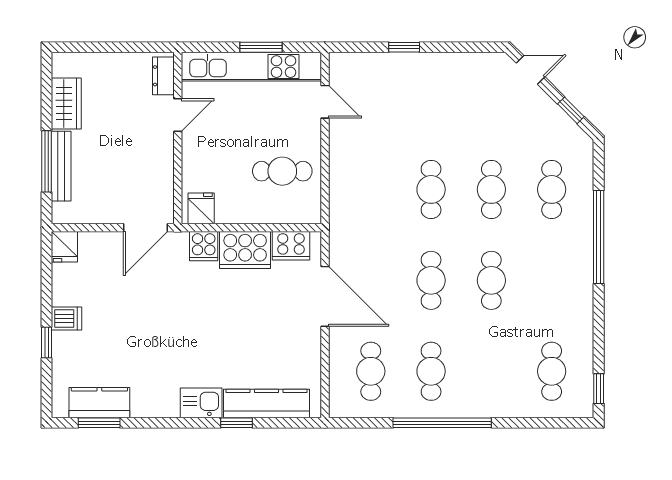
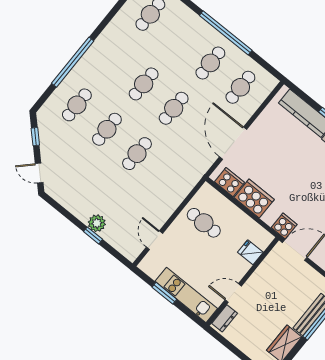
plant: (411, 66) -> (97, 223), added
kitchen unit: (251, 67) -> (186, 295), width x0.73
fridge: (201, 208) -> (250, 252), moved, turned 90
cooker: (204, 246) -> (284, 226), moved

